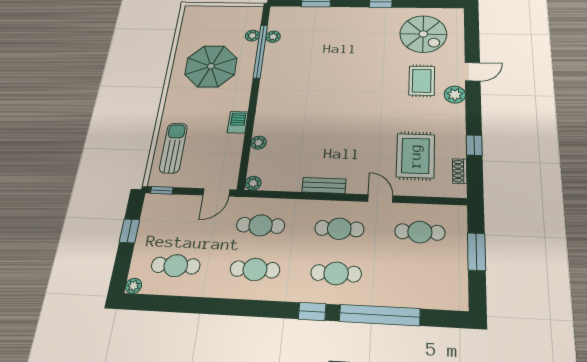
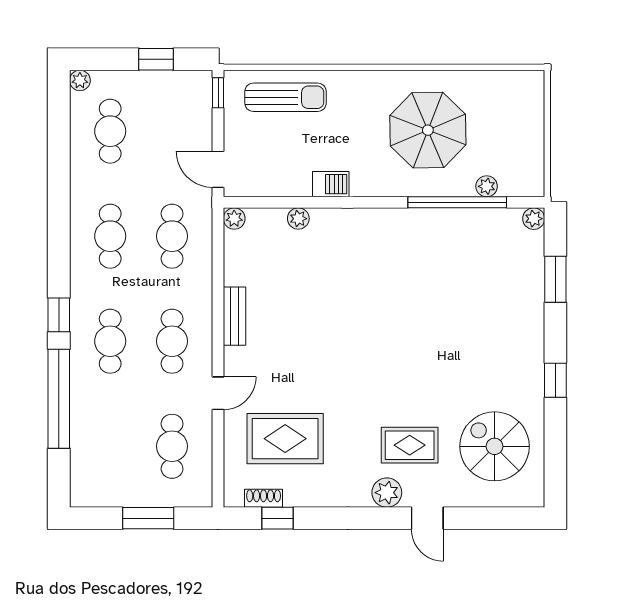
spiral stairs: (423, 34) -> (495, 446), turned 90
plant: (273, 37) -> (534, 219), moved
window: (474, 145) -> (278, 518), moved

